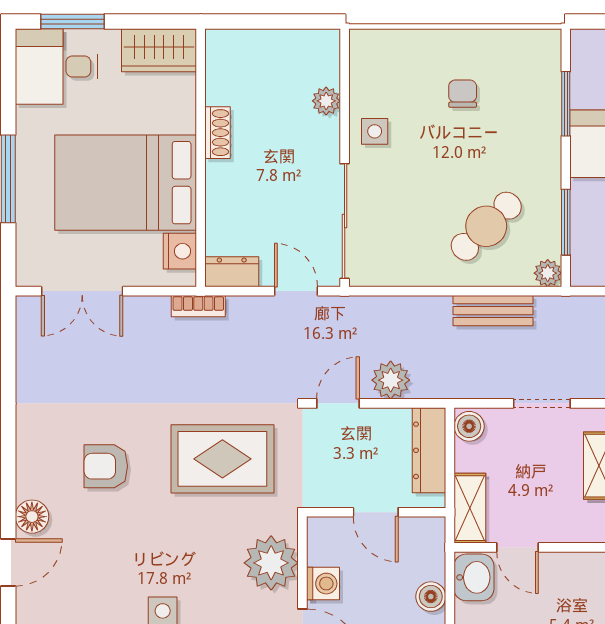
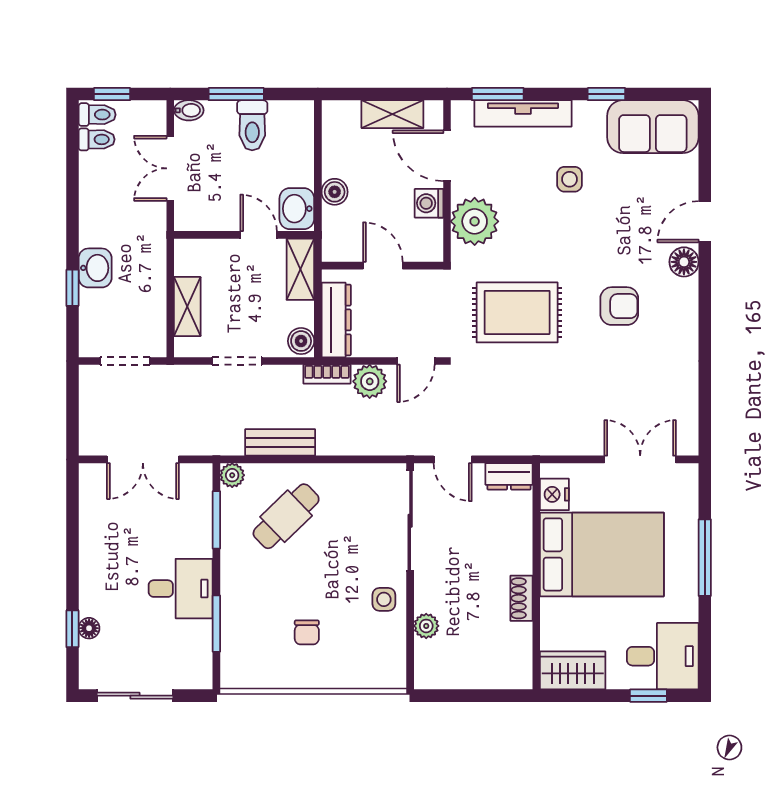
window: (72, 21) -> (648, 696), width x0.67
bookcase: (198, 306) -> (327, 374), moved, turned 180

